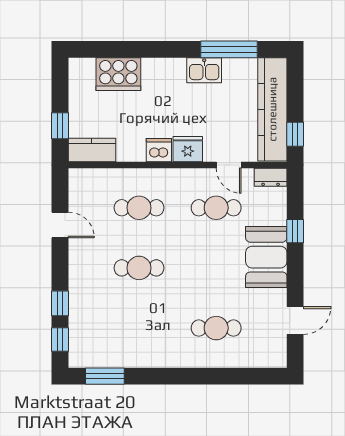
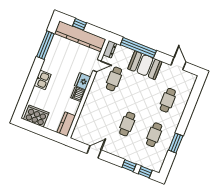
kitchen sink: (204, 70) -> (42, 80), moved
cooker: (118, 74) -> (36, 116), moved, turned -90
window: (60, 126) -> (50, 134), removed
window: (295, 134) -> (79, 24), moved
cafe table: (139, 208) -> (154, 135), moved
window: (295, 231) -> (138, 48), width x3.17
window: (105, 376) -> (176, 143), moved

